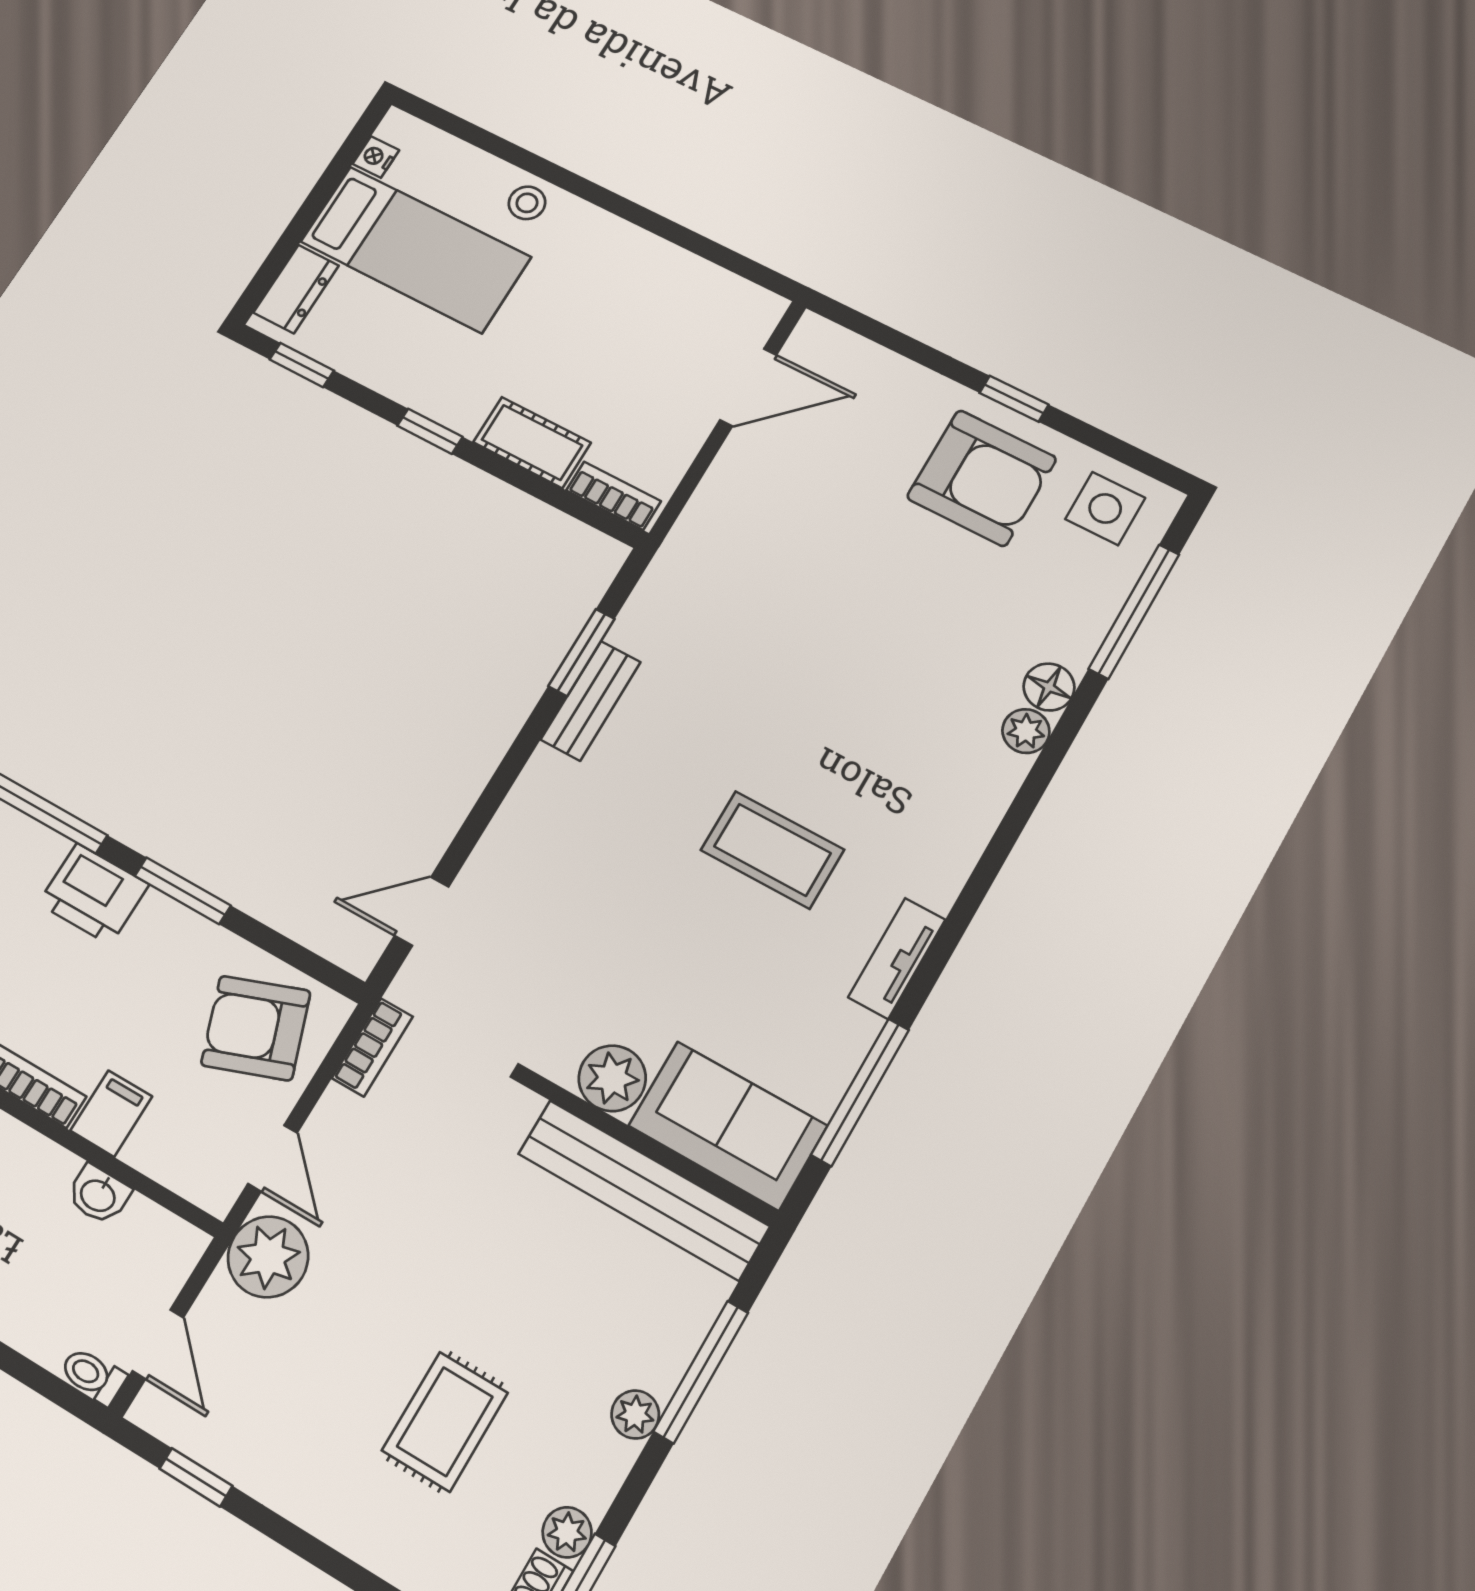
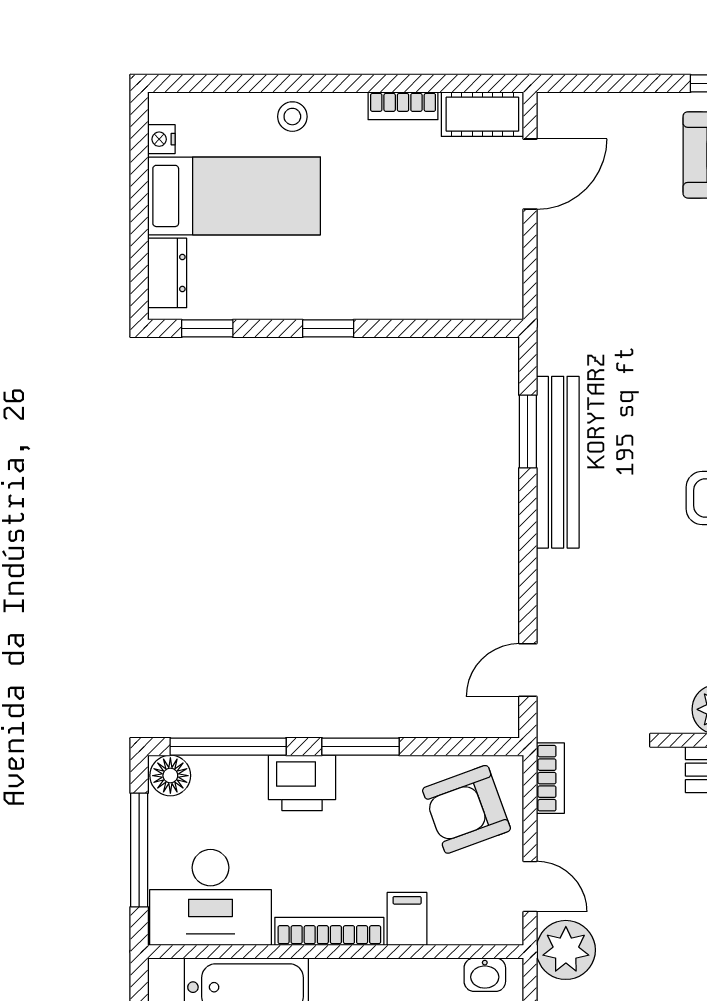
cot: (532, 442) -> (482, 114), moved
bookcase: (614, 496) -> (403, 106), moved, turned 180
bench: (591, 701) -> (558, 462), width x1.86, depth x1.21
washbasin: (98, 1195) -> (485, 975), moved

